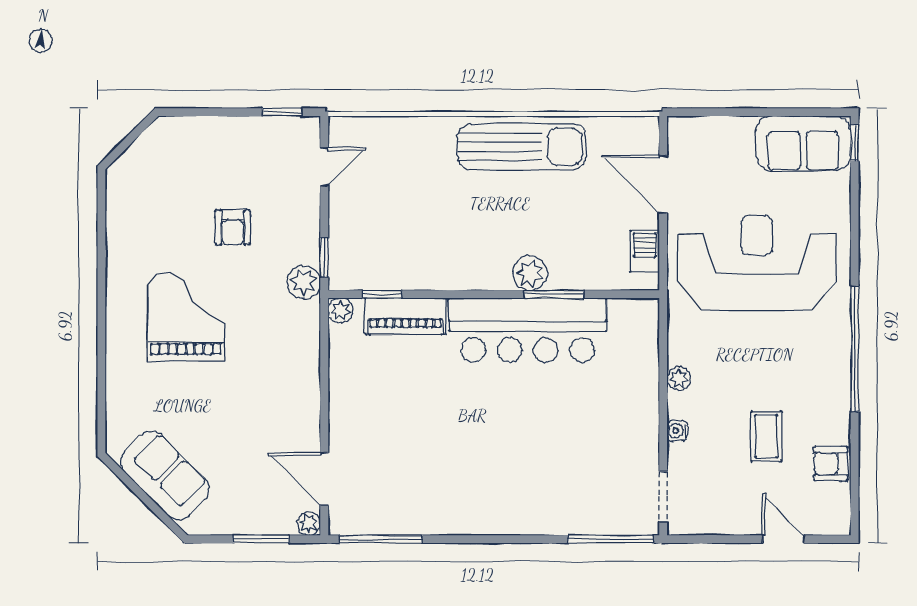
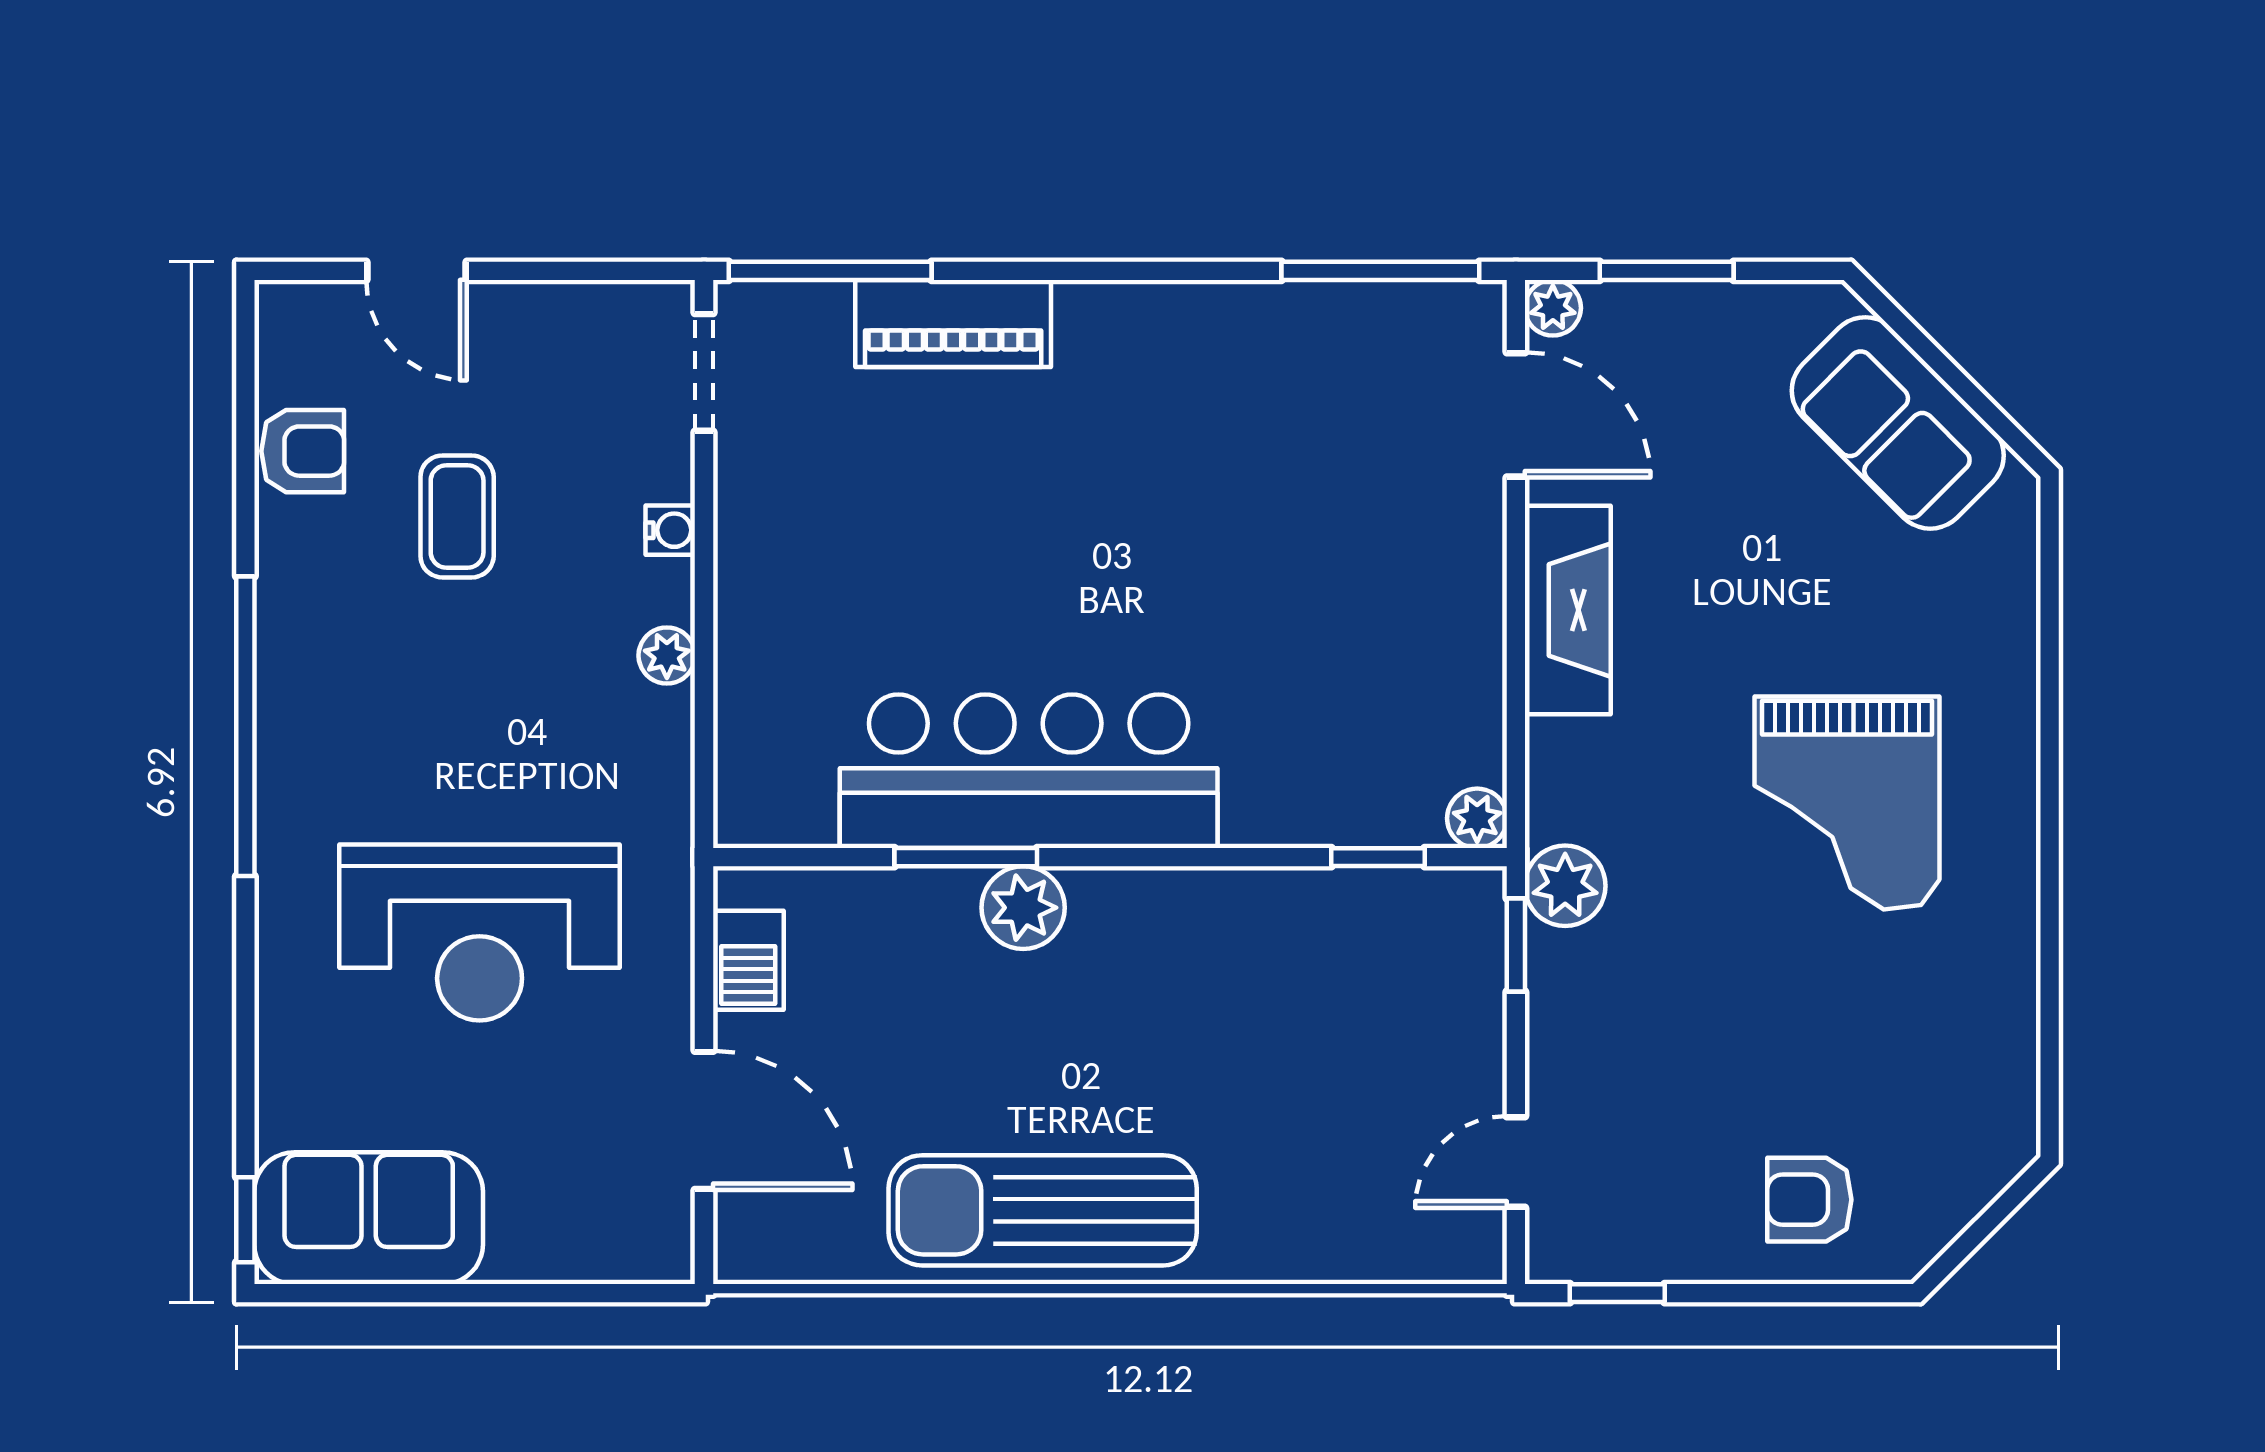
armchair: (233, 227) -> (1809, 1200), moved, turned -90
reception desk: (757, 263) -> (480, 933), width x0.74, depth x0.77
piano: (406, 316) -> (953, 323), moved, turned 180
fireplace: (303, 397) -> (1568, 610), added

